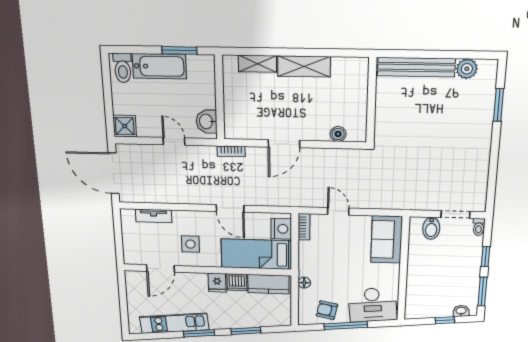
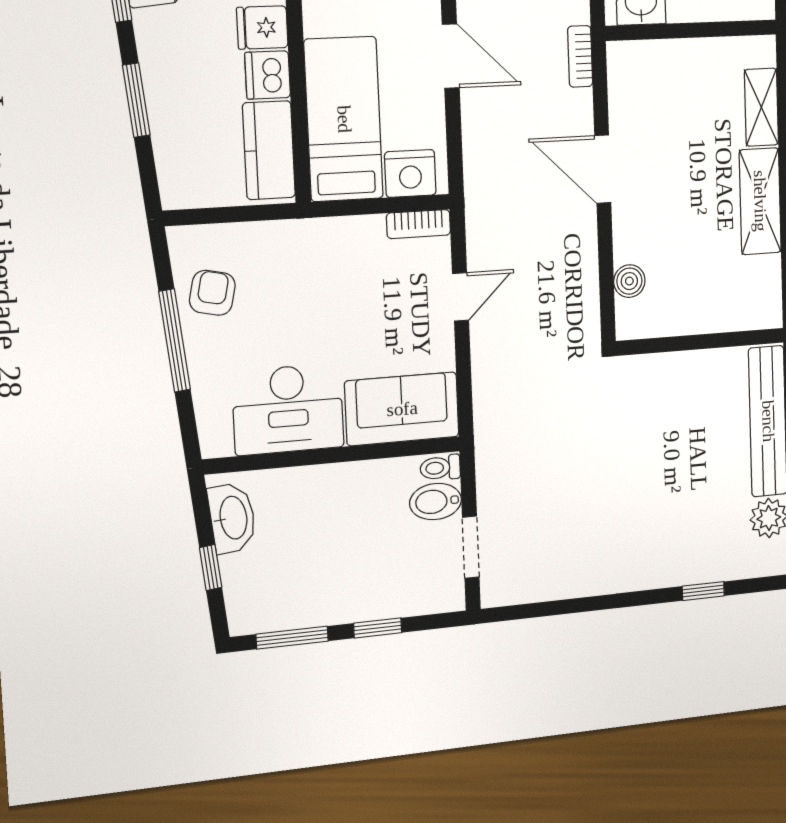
window: (499, 105) -> (703, 591), width x0.67
door: (230, 208) -> (451, 56), swing flipped
toilet: (479, 227) -> (440, 468), moved
floor lamp: (304, 283) -> (280, 234), removed
desk: (372, 305) -> (288, 409), moved, turned -84
washbasin: (461, 311) -> (232, 518), moved, width x1.91, depth x1.45

